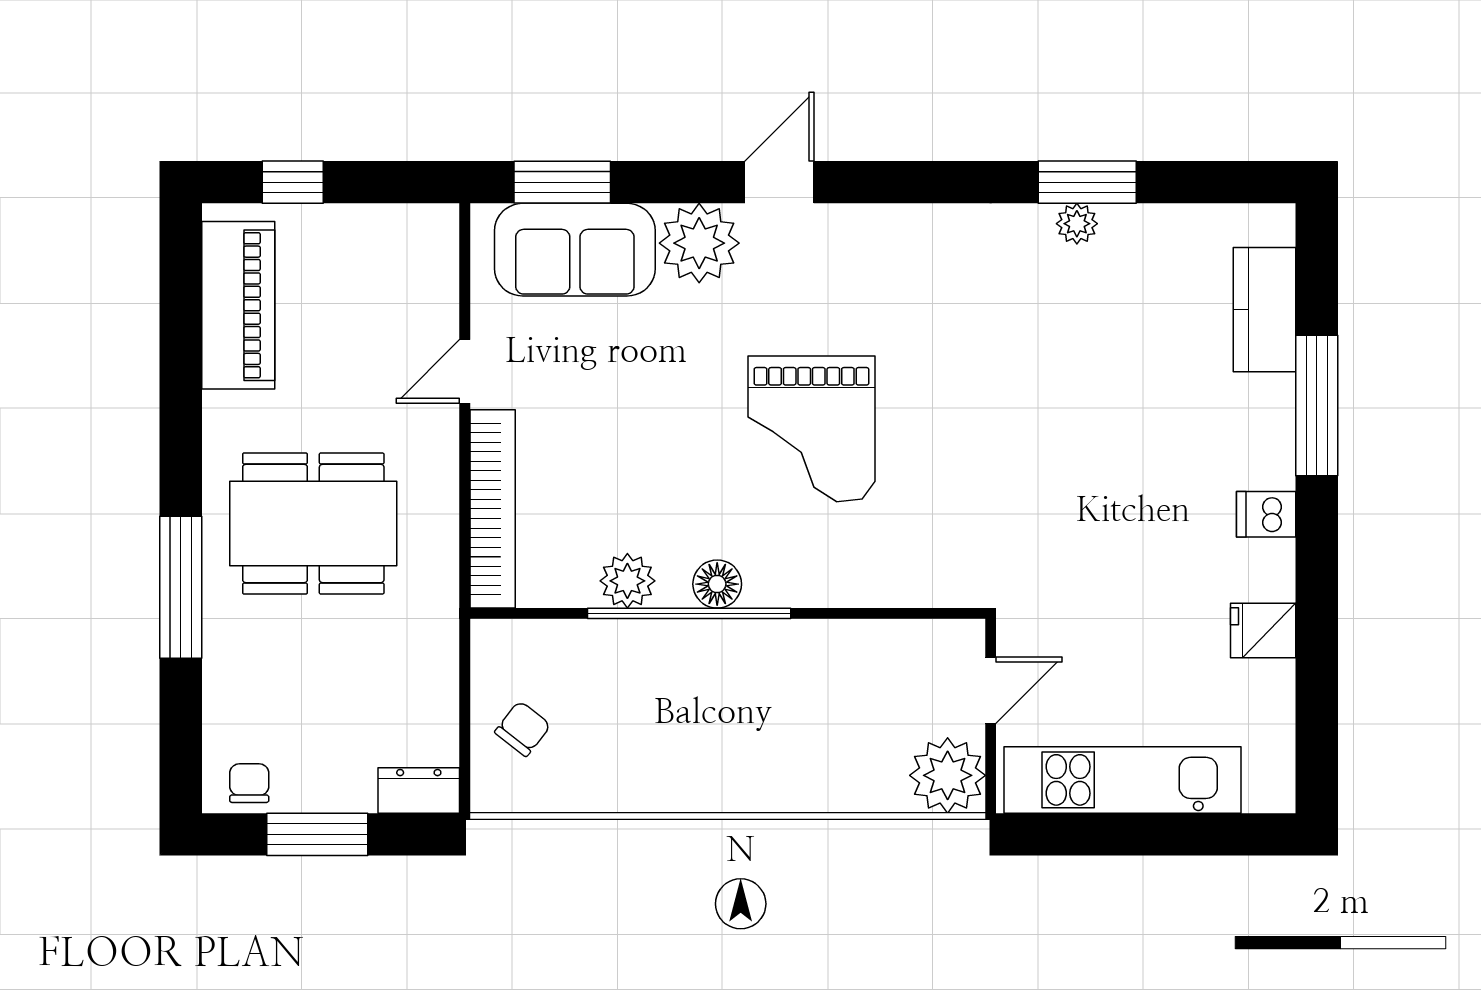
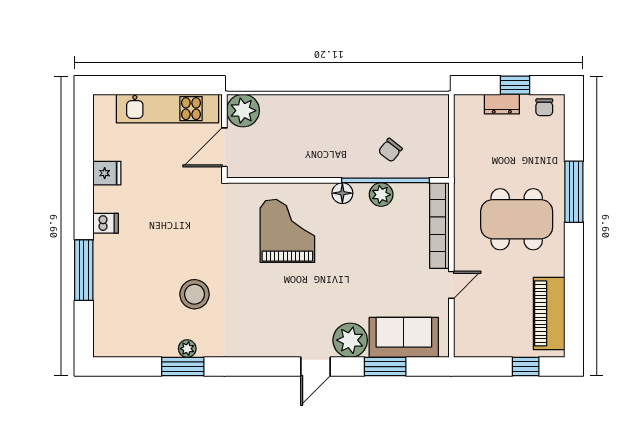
window: (562, 182) -> (385, 367), moved
kitchen counter: (1265, 310) -> (106, 312), removed
stool: (1060, 350) -> (195, 294), added
grand piano: (811, 429) -> (287, 231), moved
window: (689, 613) -> (385, 180), moved
door: (991, 690) -> (224, 147), width x1.38
chair: (523, 729) -> (390, 150), moved
dresser: (419, 790) -> (502, 104), moved
window: (317, 834) -> (515, 85), width x0.67

